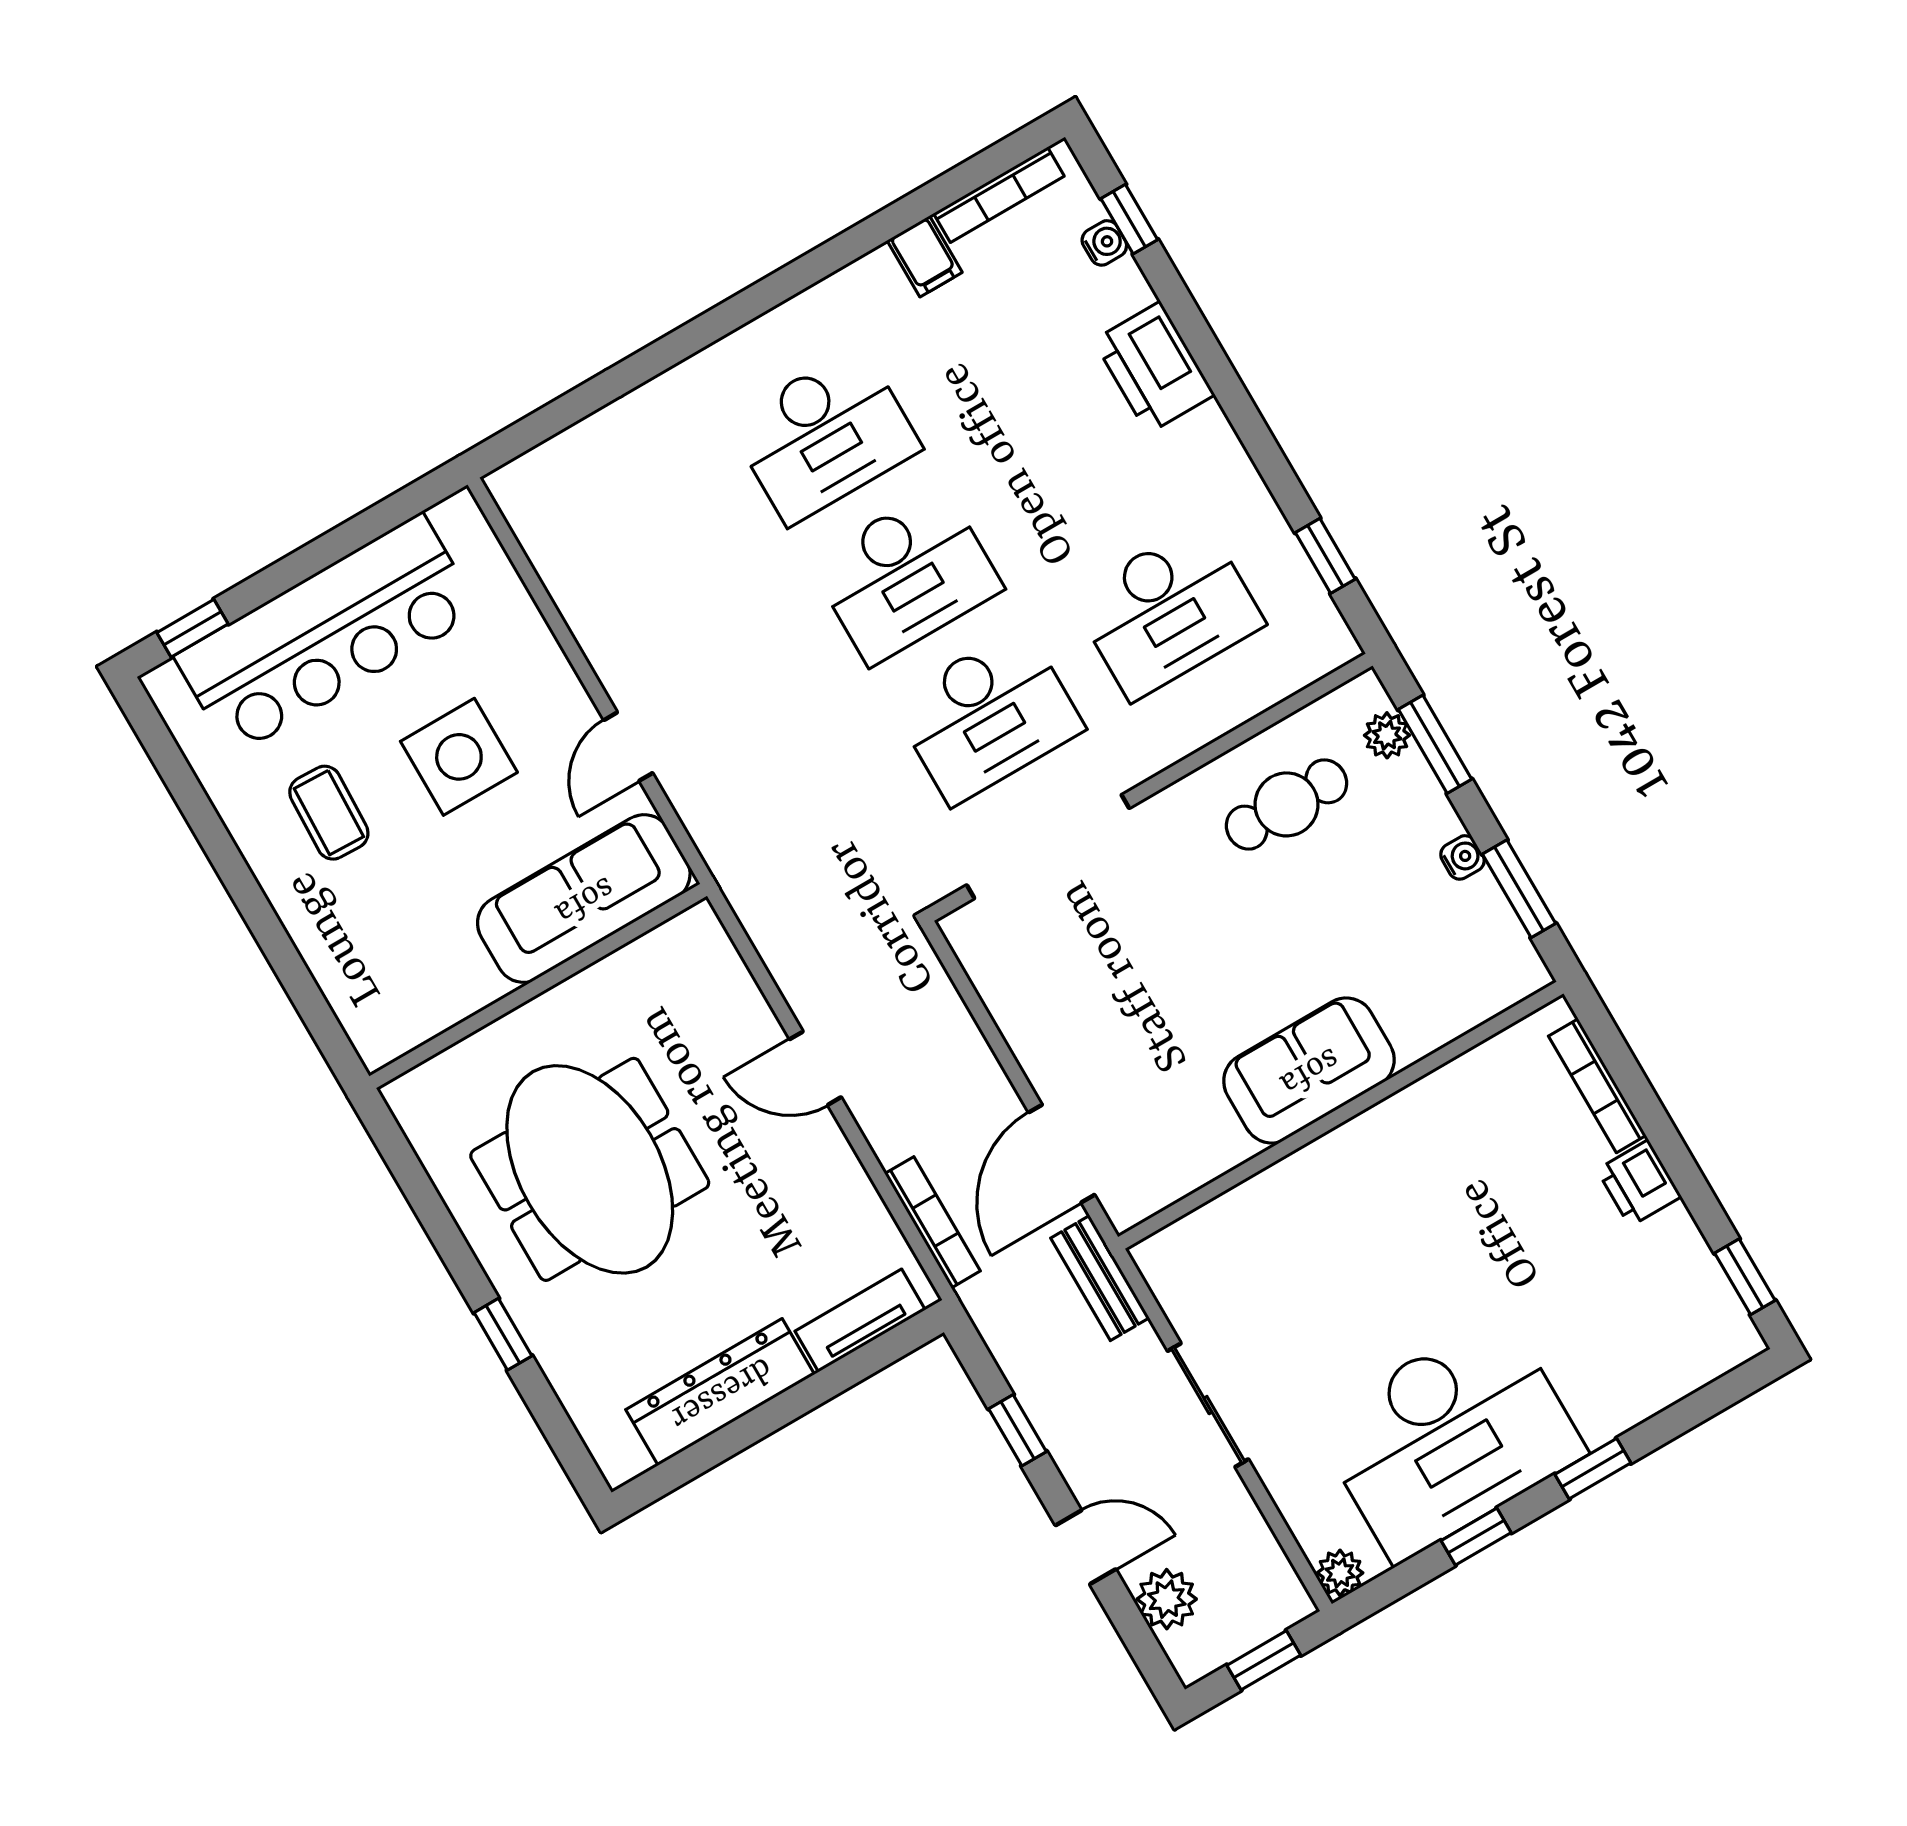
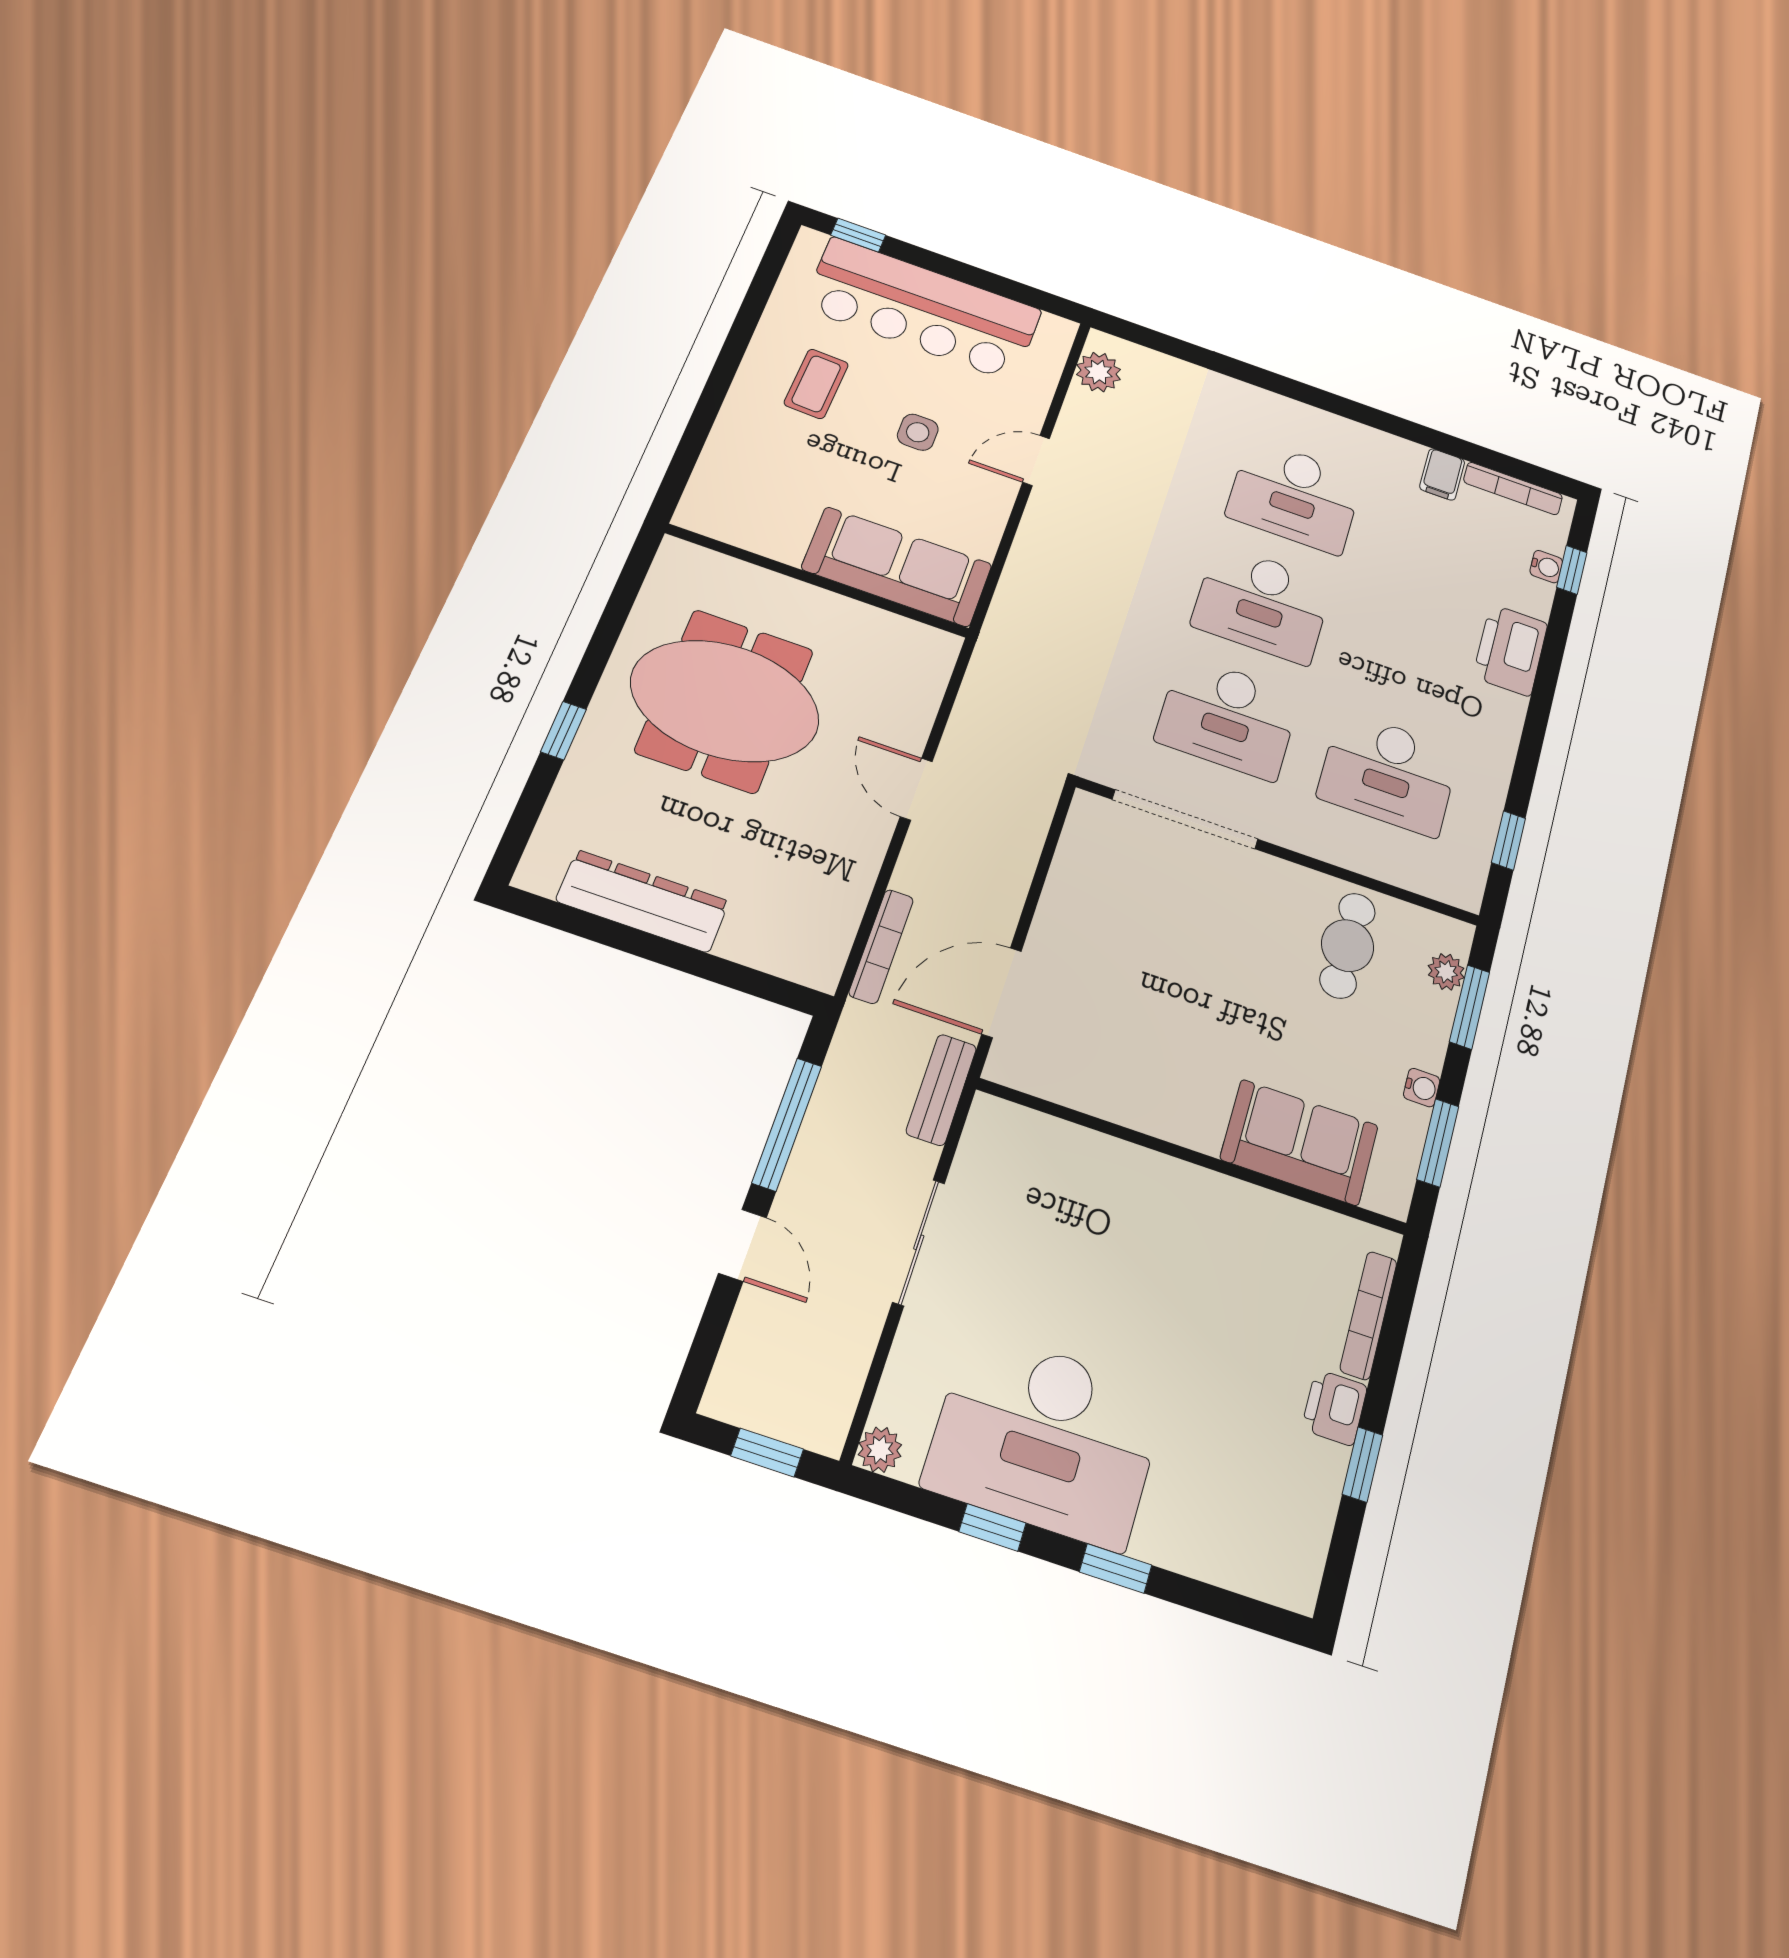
door: (628, 747) -> (1036, 460), moved
side table: (459, 757) -> (918, 432), width x0.54, depth x0.54
cafe table: (1287, 804) -> (1348, 946), turned 90
sofa: (1309, 1070) -> (1299, 1142), moved
meeting table: (590, 1169) -> (725, 701), turned 90
window: (1745, 1277) -> (1362, 1465), moved
tv unit: (860, 1321) -> (773, 954), removed
window: (1018, 1430) -> (787, 1124), width x2.17
plant: (1167, 1599) -> (1099, 372), moved

